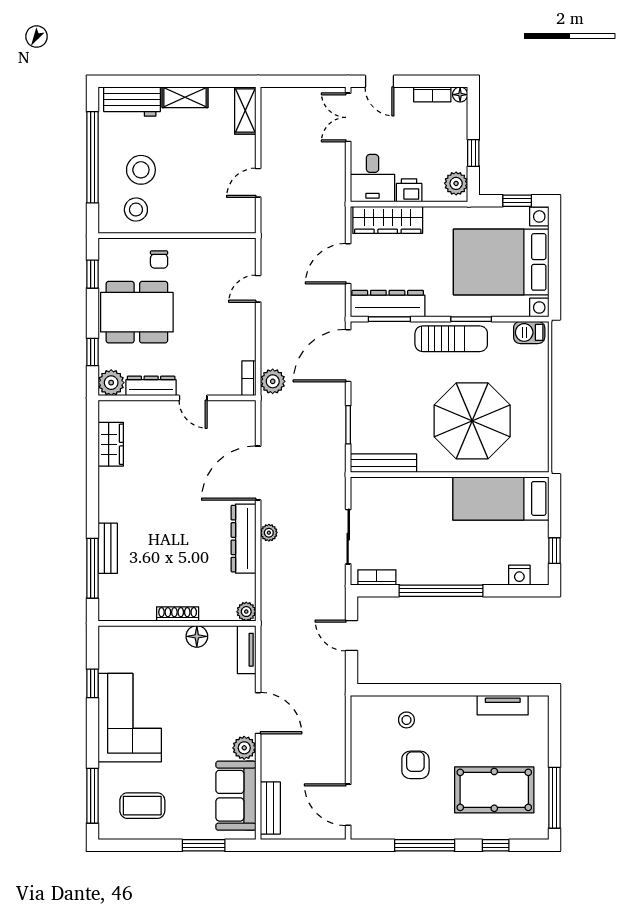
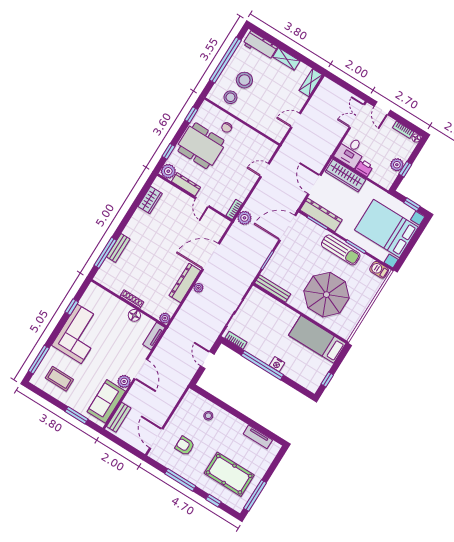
plant: (456, 183) -> (397, 165), moved
door: (348, 264) -> (314, 185), hinge flipped
nightstand: (519, 575) -> (277, 364), moved
armchair: (415, 765) -> (185, 446), moved, turned -90

